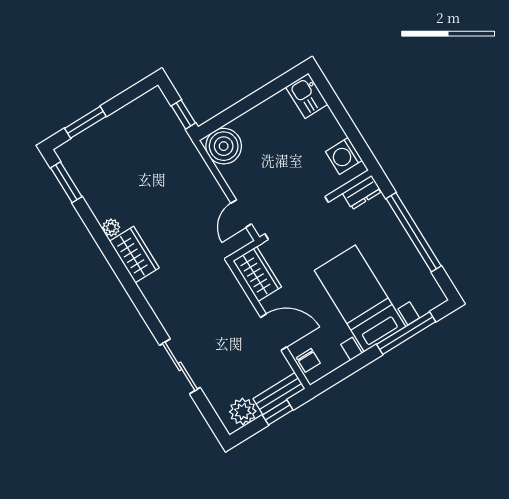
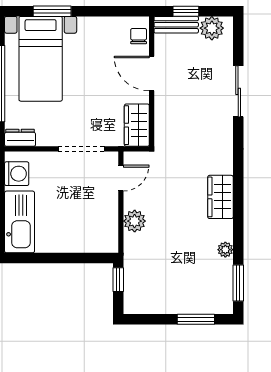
kitchen sink: (307, 96) -> (20, 222), width x1.88, depth x1.24
boiler: (224, 146) -> (103, 237), removed
plant: (203, 180) -> (135, 221), added
doorway: (297, 218) -> (81, 149), width x0.73
plant: (111, 227) -> (225, 250), moved
bed with nightstands: (360, 298) -> (41, 59), moved
window: (406, 333) -> (52, 11), width x0.69

